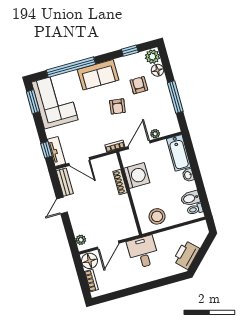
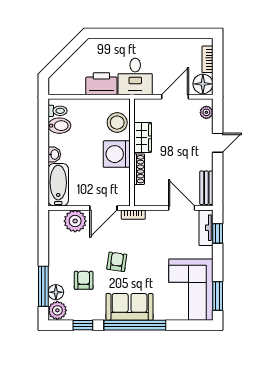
window: (71, 67) -> (135, 325), moved
armchair: (139, 85) -> (84, 280), turned 180
window: (175, 97) -> (43, 286), moved
plant: (155, 134) -> (75, 221), width x1.88, depth x1.88
washing machine: (137, 176) -> (117, 154), moved
door: (62, 206) -> (218, 143), moved
wardrobe: (124, 207) -> (143, 137), added
stool: (157, 216) -> (117, 123), moved
printer: (186, 255) -> (101, 84), moved, turned -135

